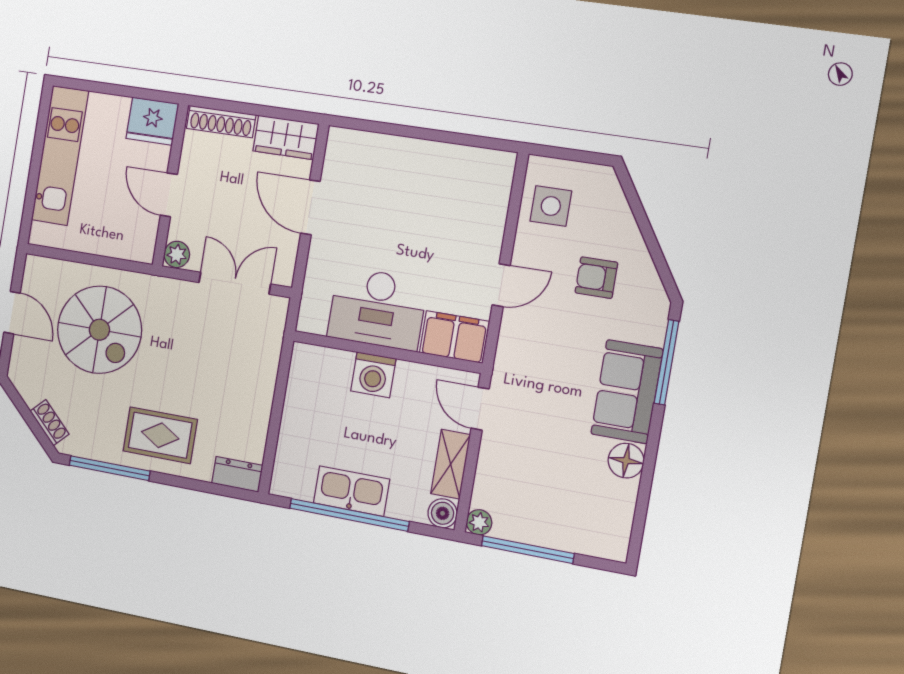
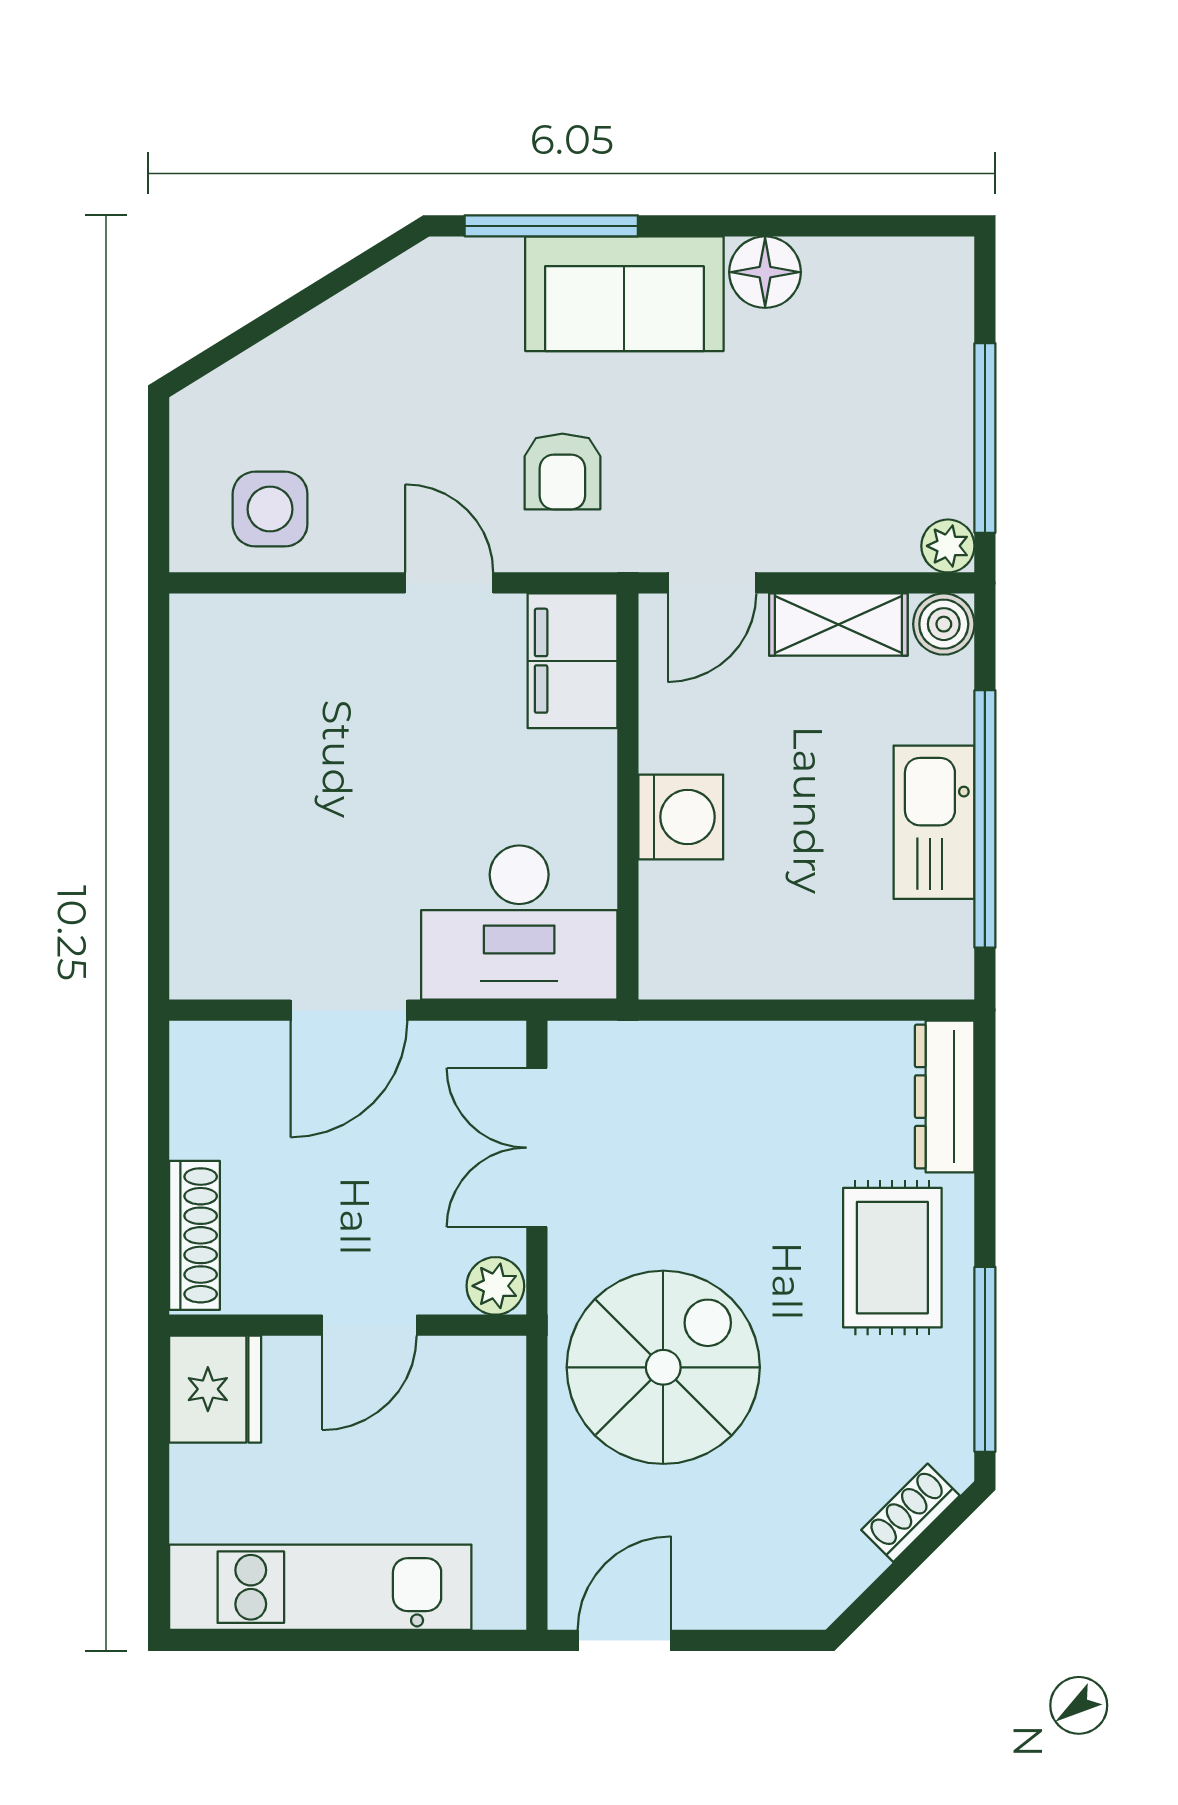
wardrobe: (286, 137) -> (208, 1088), removed
armchair: (596, 278) -> (562, 471), moved
desk: (377, 309) -> (519, 923), moved, turned 90
door: (12, 313) -> (624, 1640), moved
spiral stairs: (99, 330) -> (663, 1367), moved
dresser: (237, 474) -> (945, 1097), width x1.44

